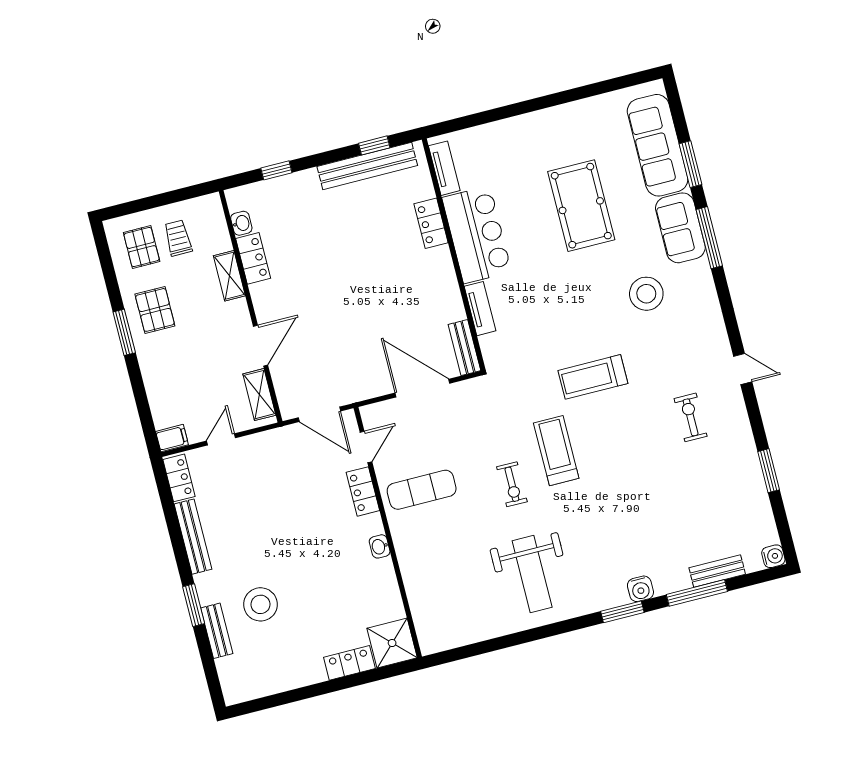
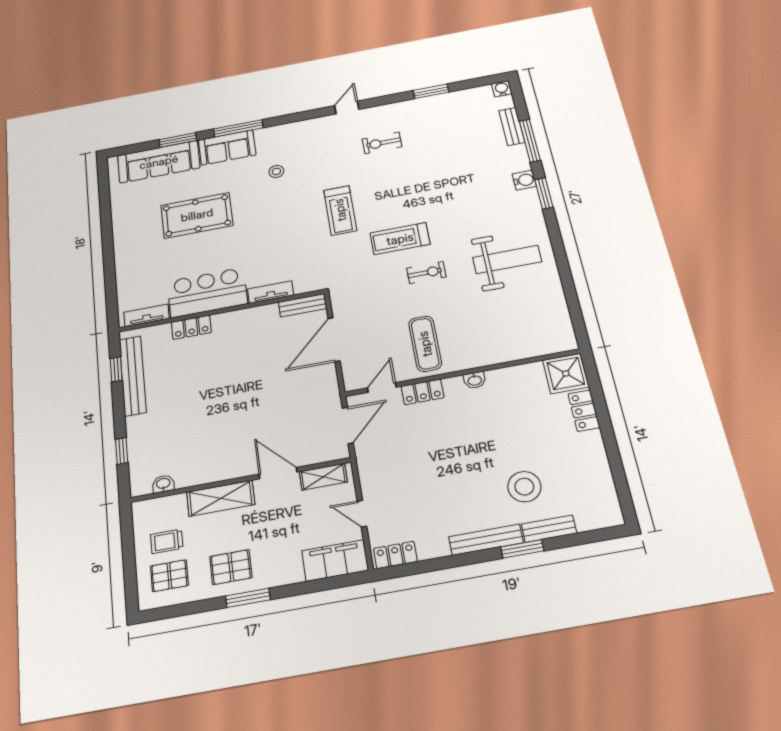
locker: (253, 258) -> (197, 475), removed
shelving: (229, 276) -> (221, 498), width x1.50, depth x1.33
stool: (646, 294) -> (276, 171), width x0.53, depth x0.53
filing cabinet: (172, 438) -> (335, 561), width x3.00, depth x1.17
door: (366, 447) -> (382, 388), hinge flipped
bench: (193, 537) -> (486, 540), moved

